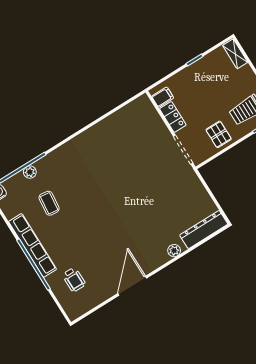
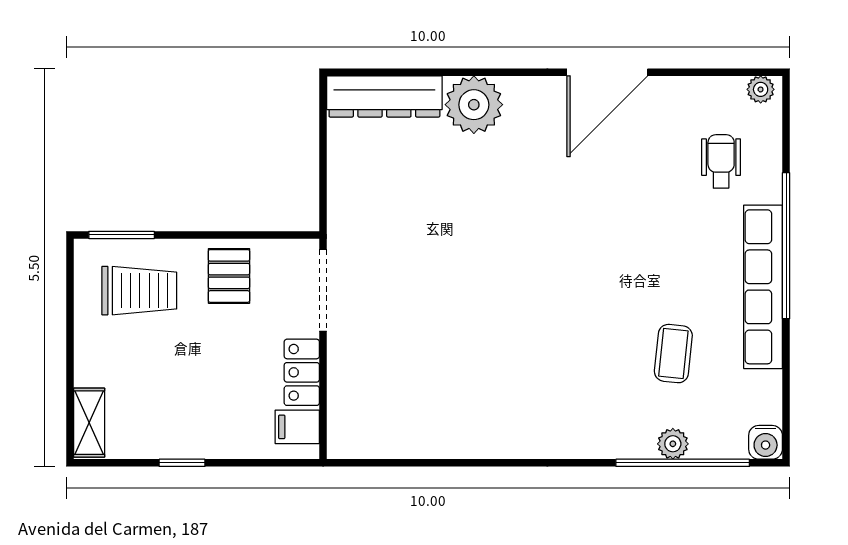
plant: (174, 251) -> (474, 105), width x1.88, depth x1.88
plant: (76, 313) -> (761, 89), added

